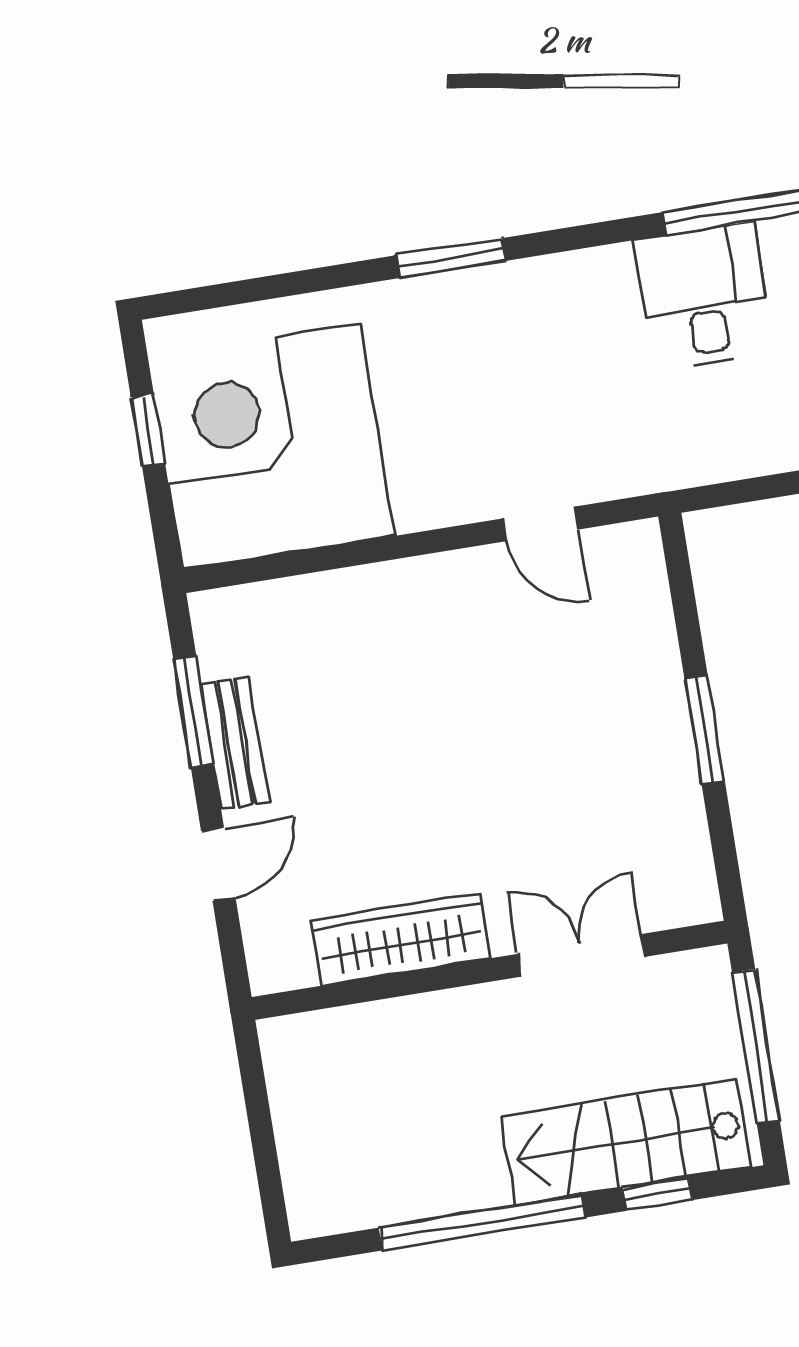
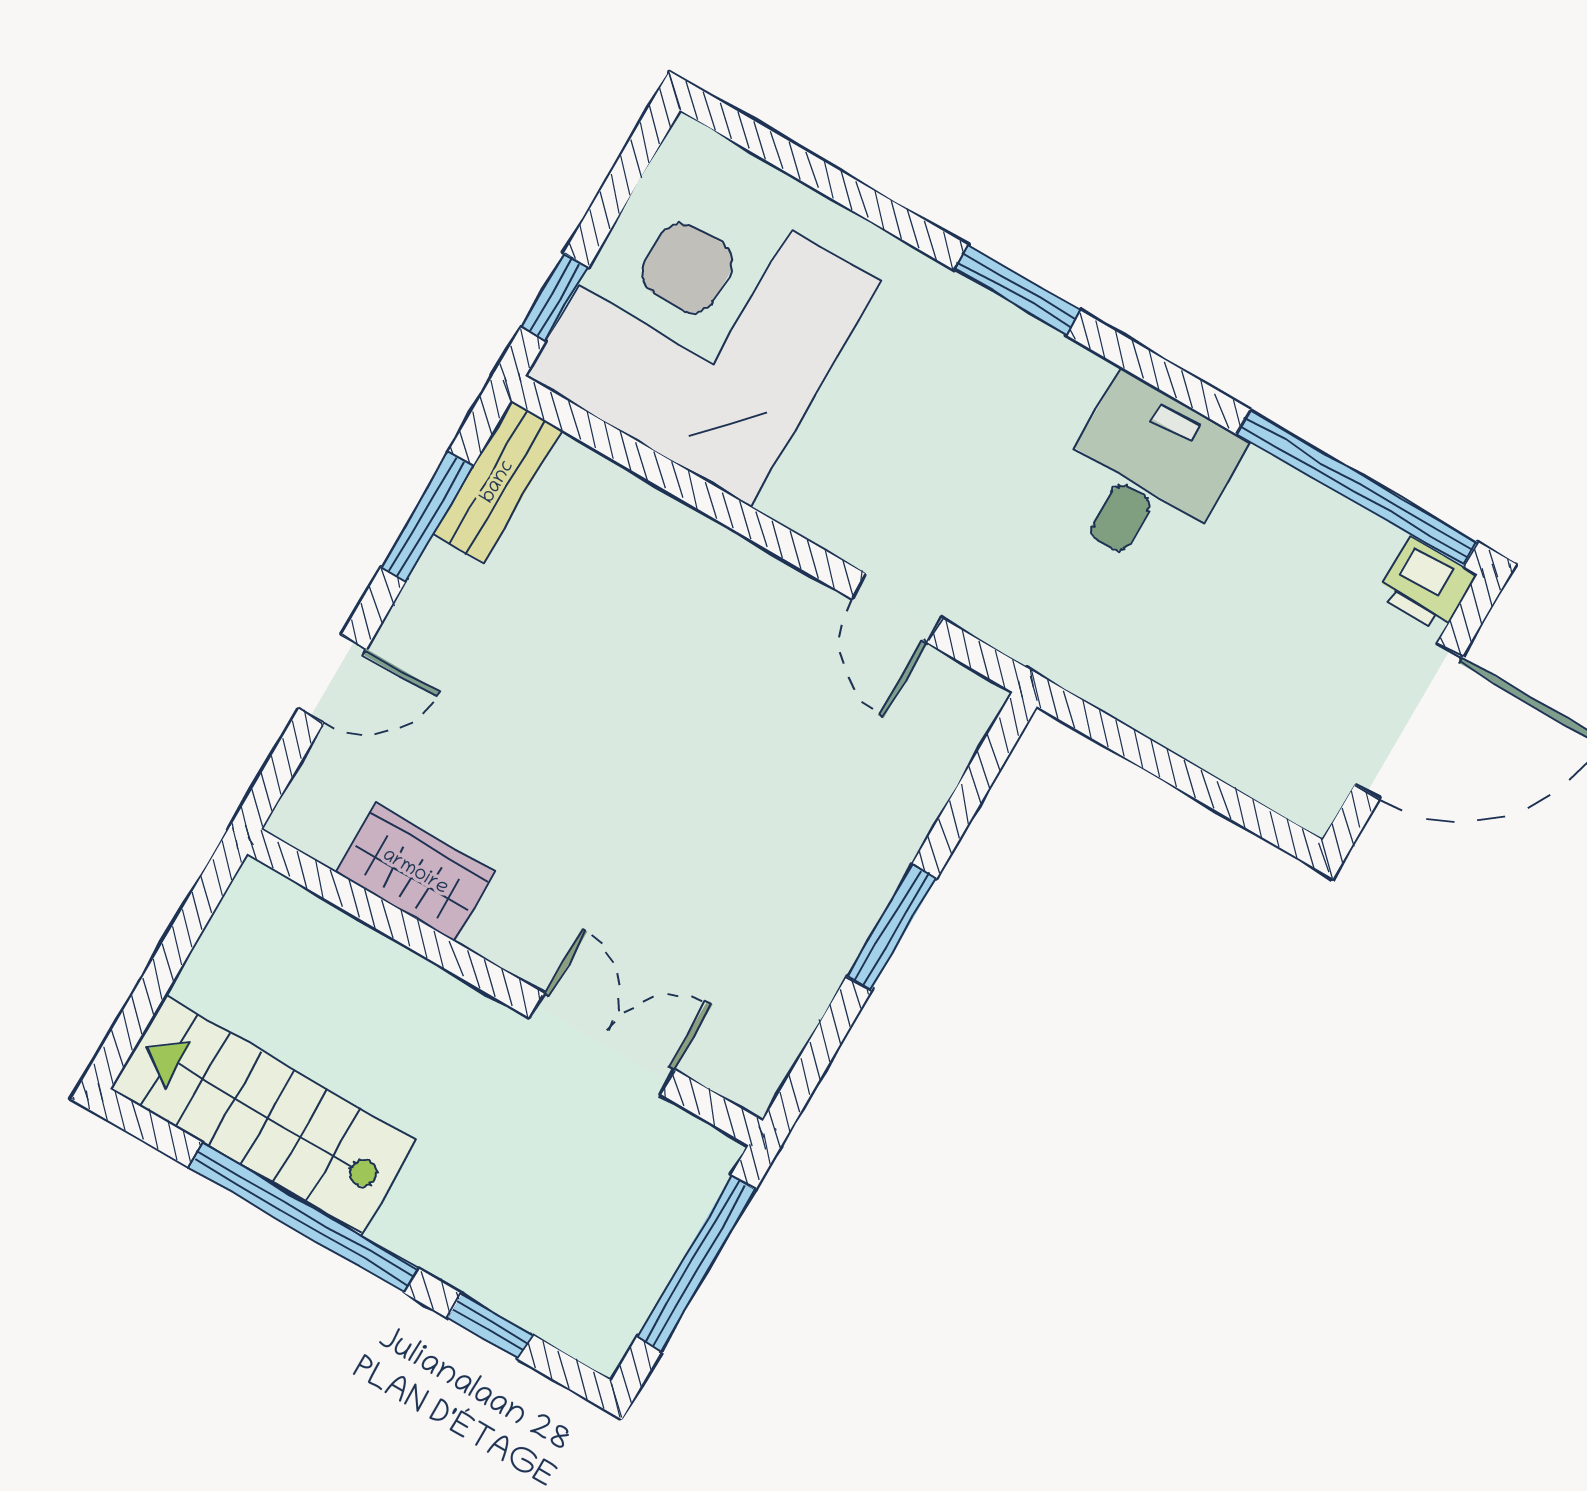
desk: (704, 296) -> (1146, 474), moved
window: (148, 430) -> (555, 297), moved
bench: (235, 743) -> (498, 482), moved
wardrobe: (400, 939) -> (415, 872), width x0.67
stairs: (626, 1142) -> (263, 1115), moved

